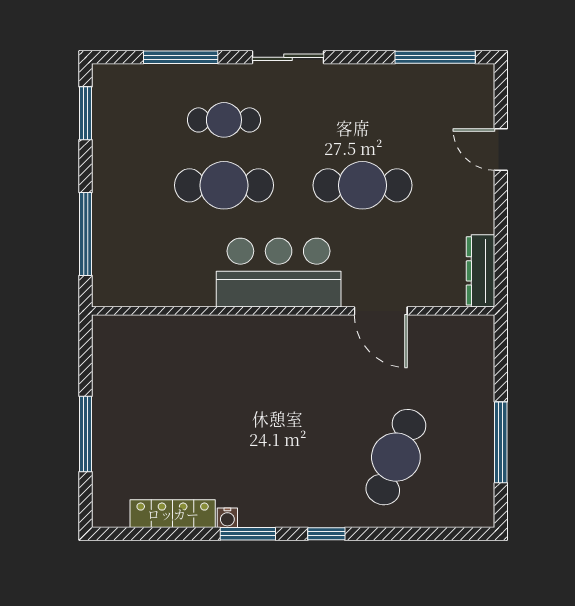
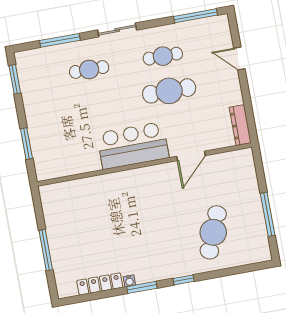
cafe table: (224, 185) -> (163, 56), moved, width x0.73, depth x0.74
window: (86, 234) -> (26, 144), width x0.69
door: (381, 311) -> (191, 156), hinge flipped

